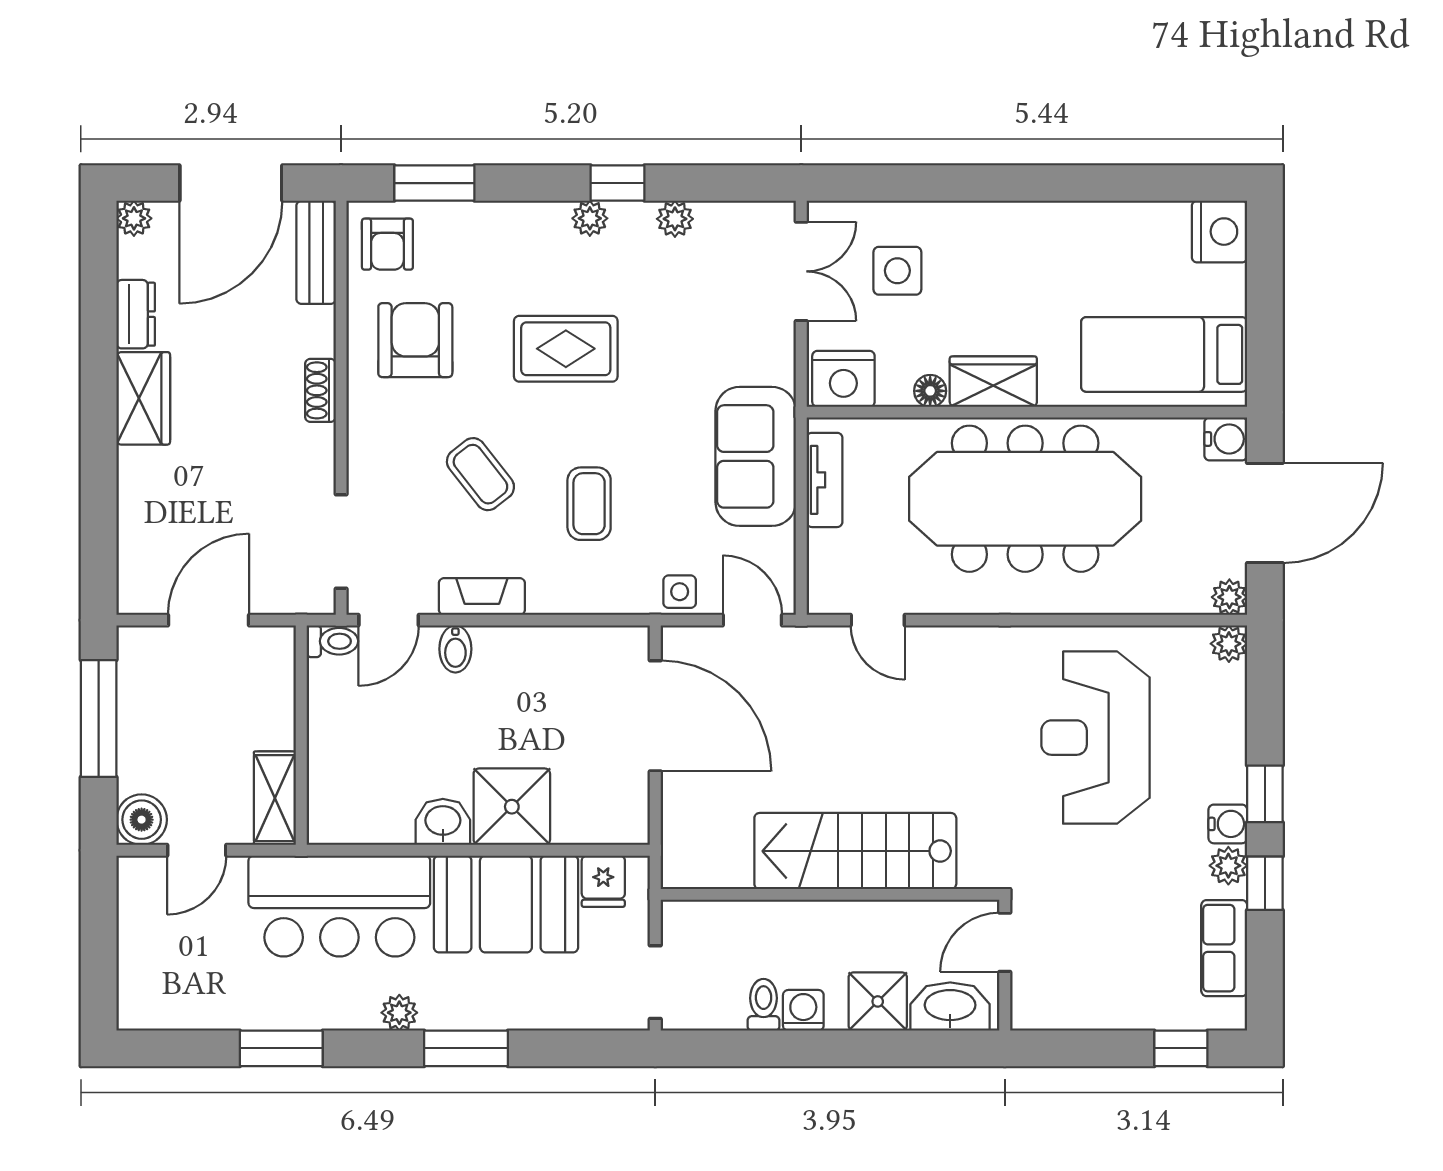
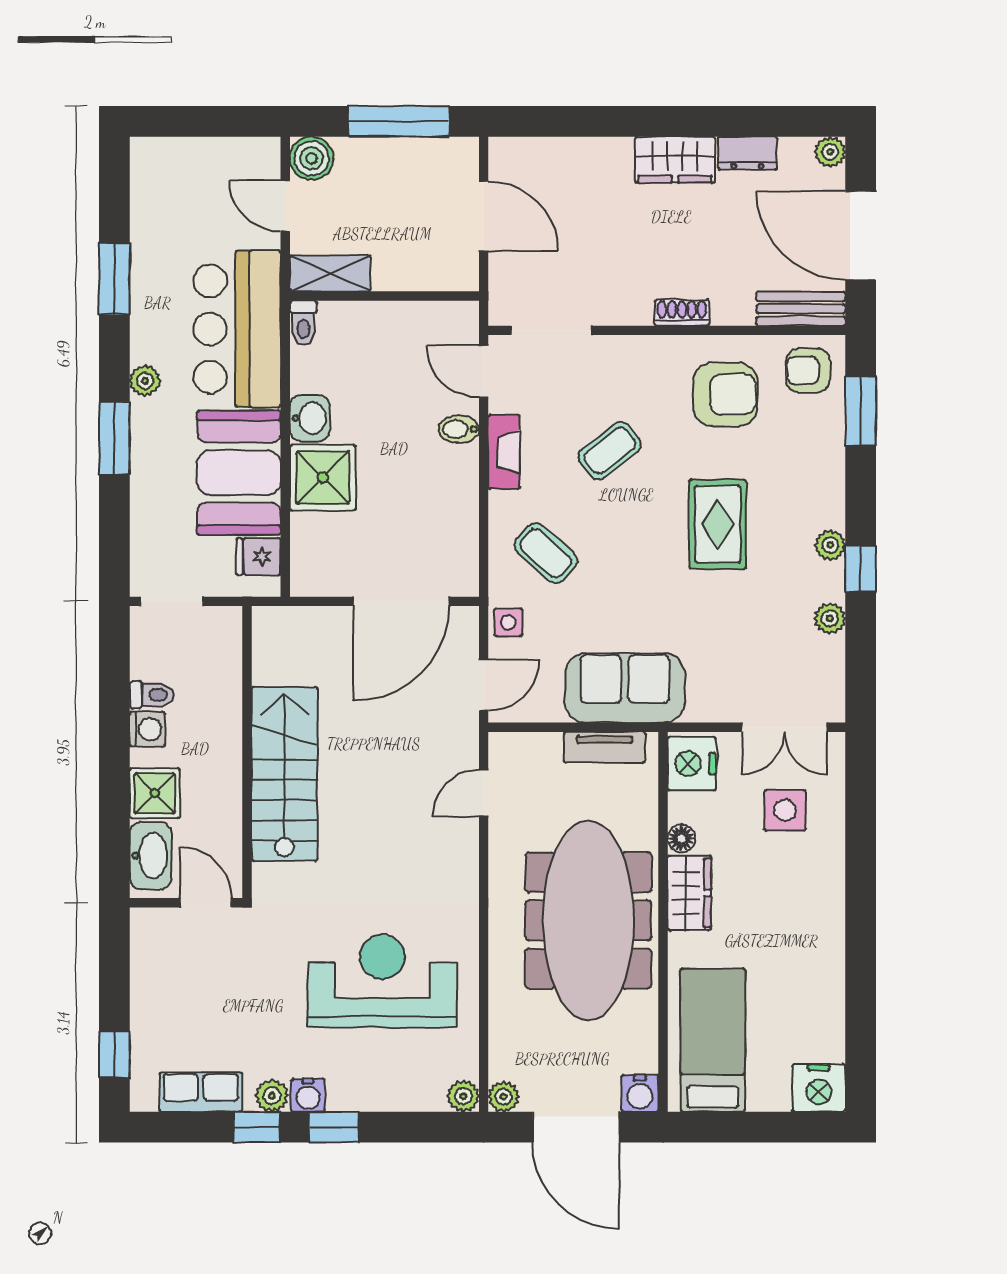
coffee table: (589, 504) -> (546, 553), moved, turned 42
toilet: (332, 641) -> (303, 323), moved

